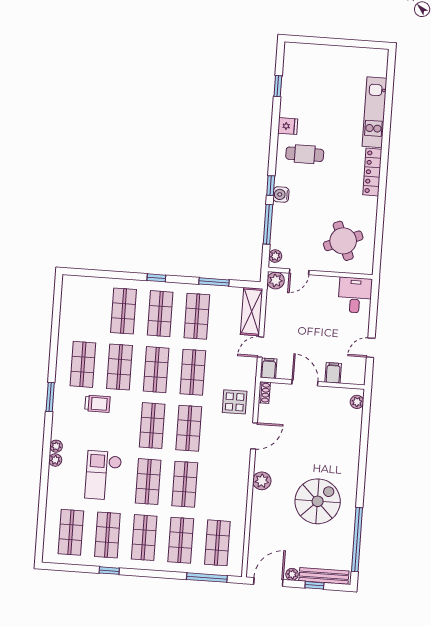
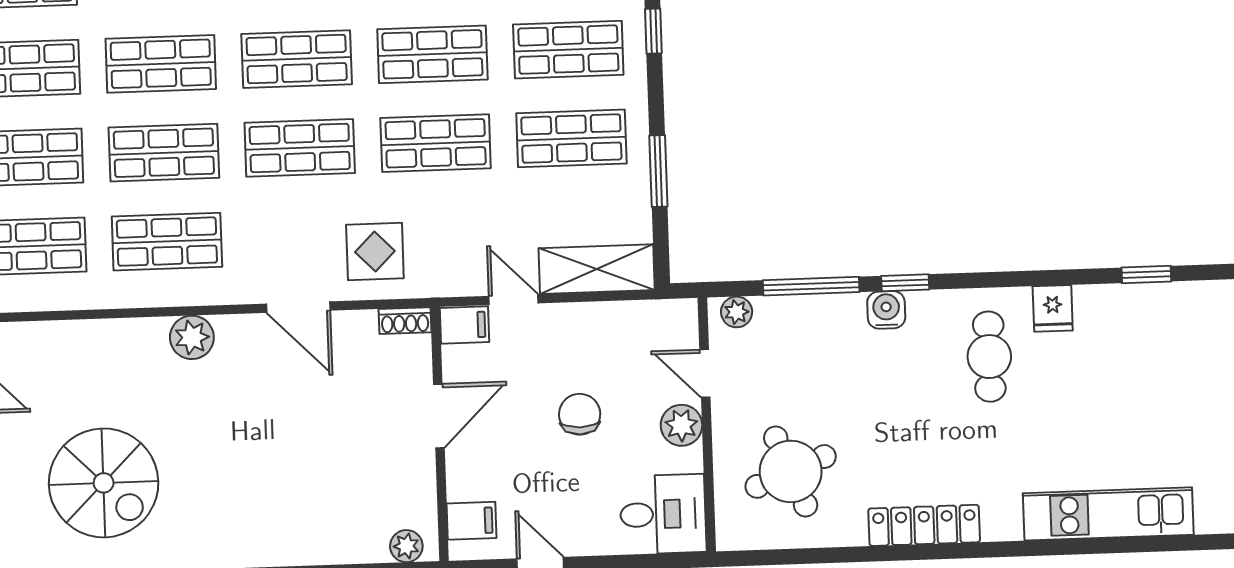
locker: (372, 172) -> (924, 525), moved
plant: (276, 281) -> (681, 425), moved
chair: (310, 325) -> (580, 414), added
filing cabinet: (333, 373) -> (472, 521), moved
shop shelf: (221, 487) -> (167, 242), added
spiral stairs: (318, 501) -> (104, 483), moved

